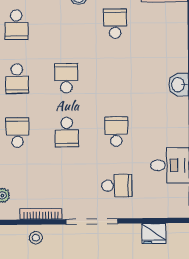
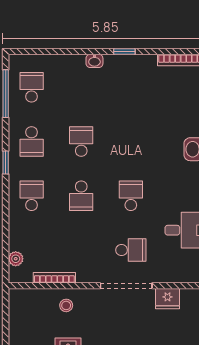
school desk: (115, 24) -> (131, 87), removed
school desk: (16, 25) -> (32, 87), turned 180
doorway: (92, 221) -> (126, 286), moved
stool: (36, 238) -> (66, 305), moved

